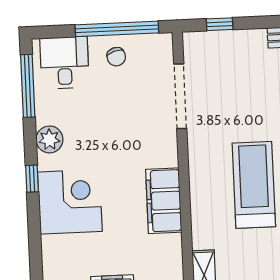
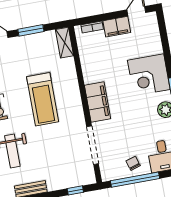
filing cabinet: (164, 201) -> (98, 102), moved

